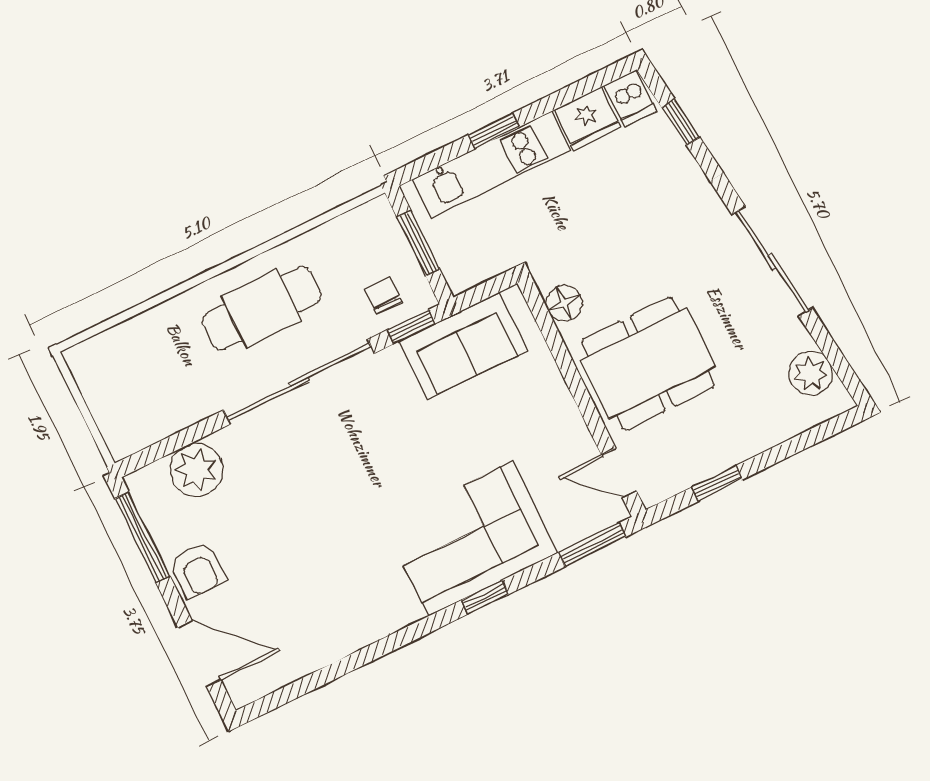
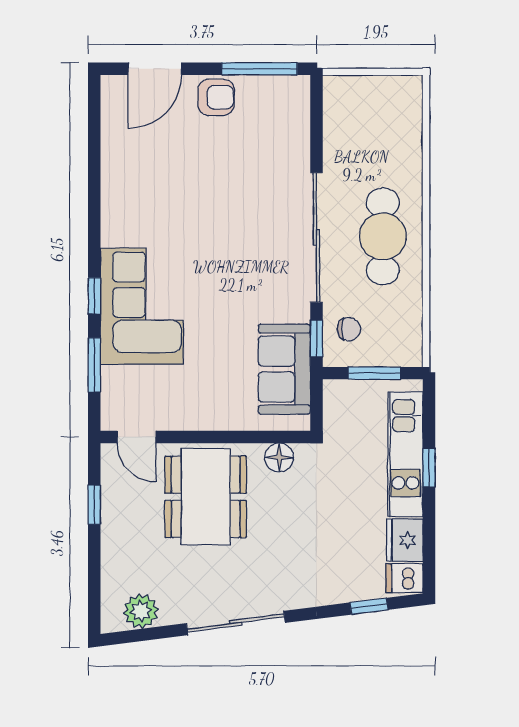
plant: (196, 470) -> (289, 132), removed
door: (619, 473) -> (137, 437), swing flipped
window: (592, 545) -> (94, 365), moved
armchair: (198, 570) -> (216, 97), turned 180

